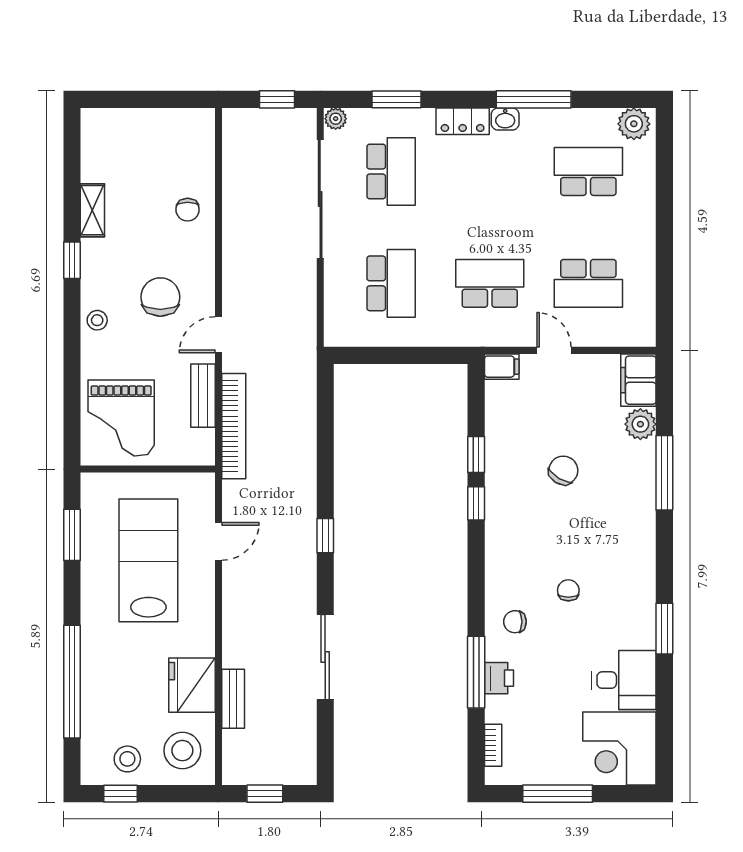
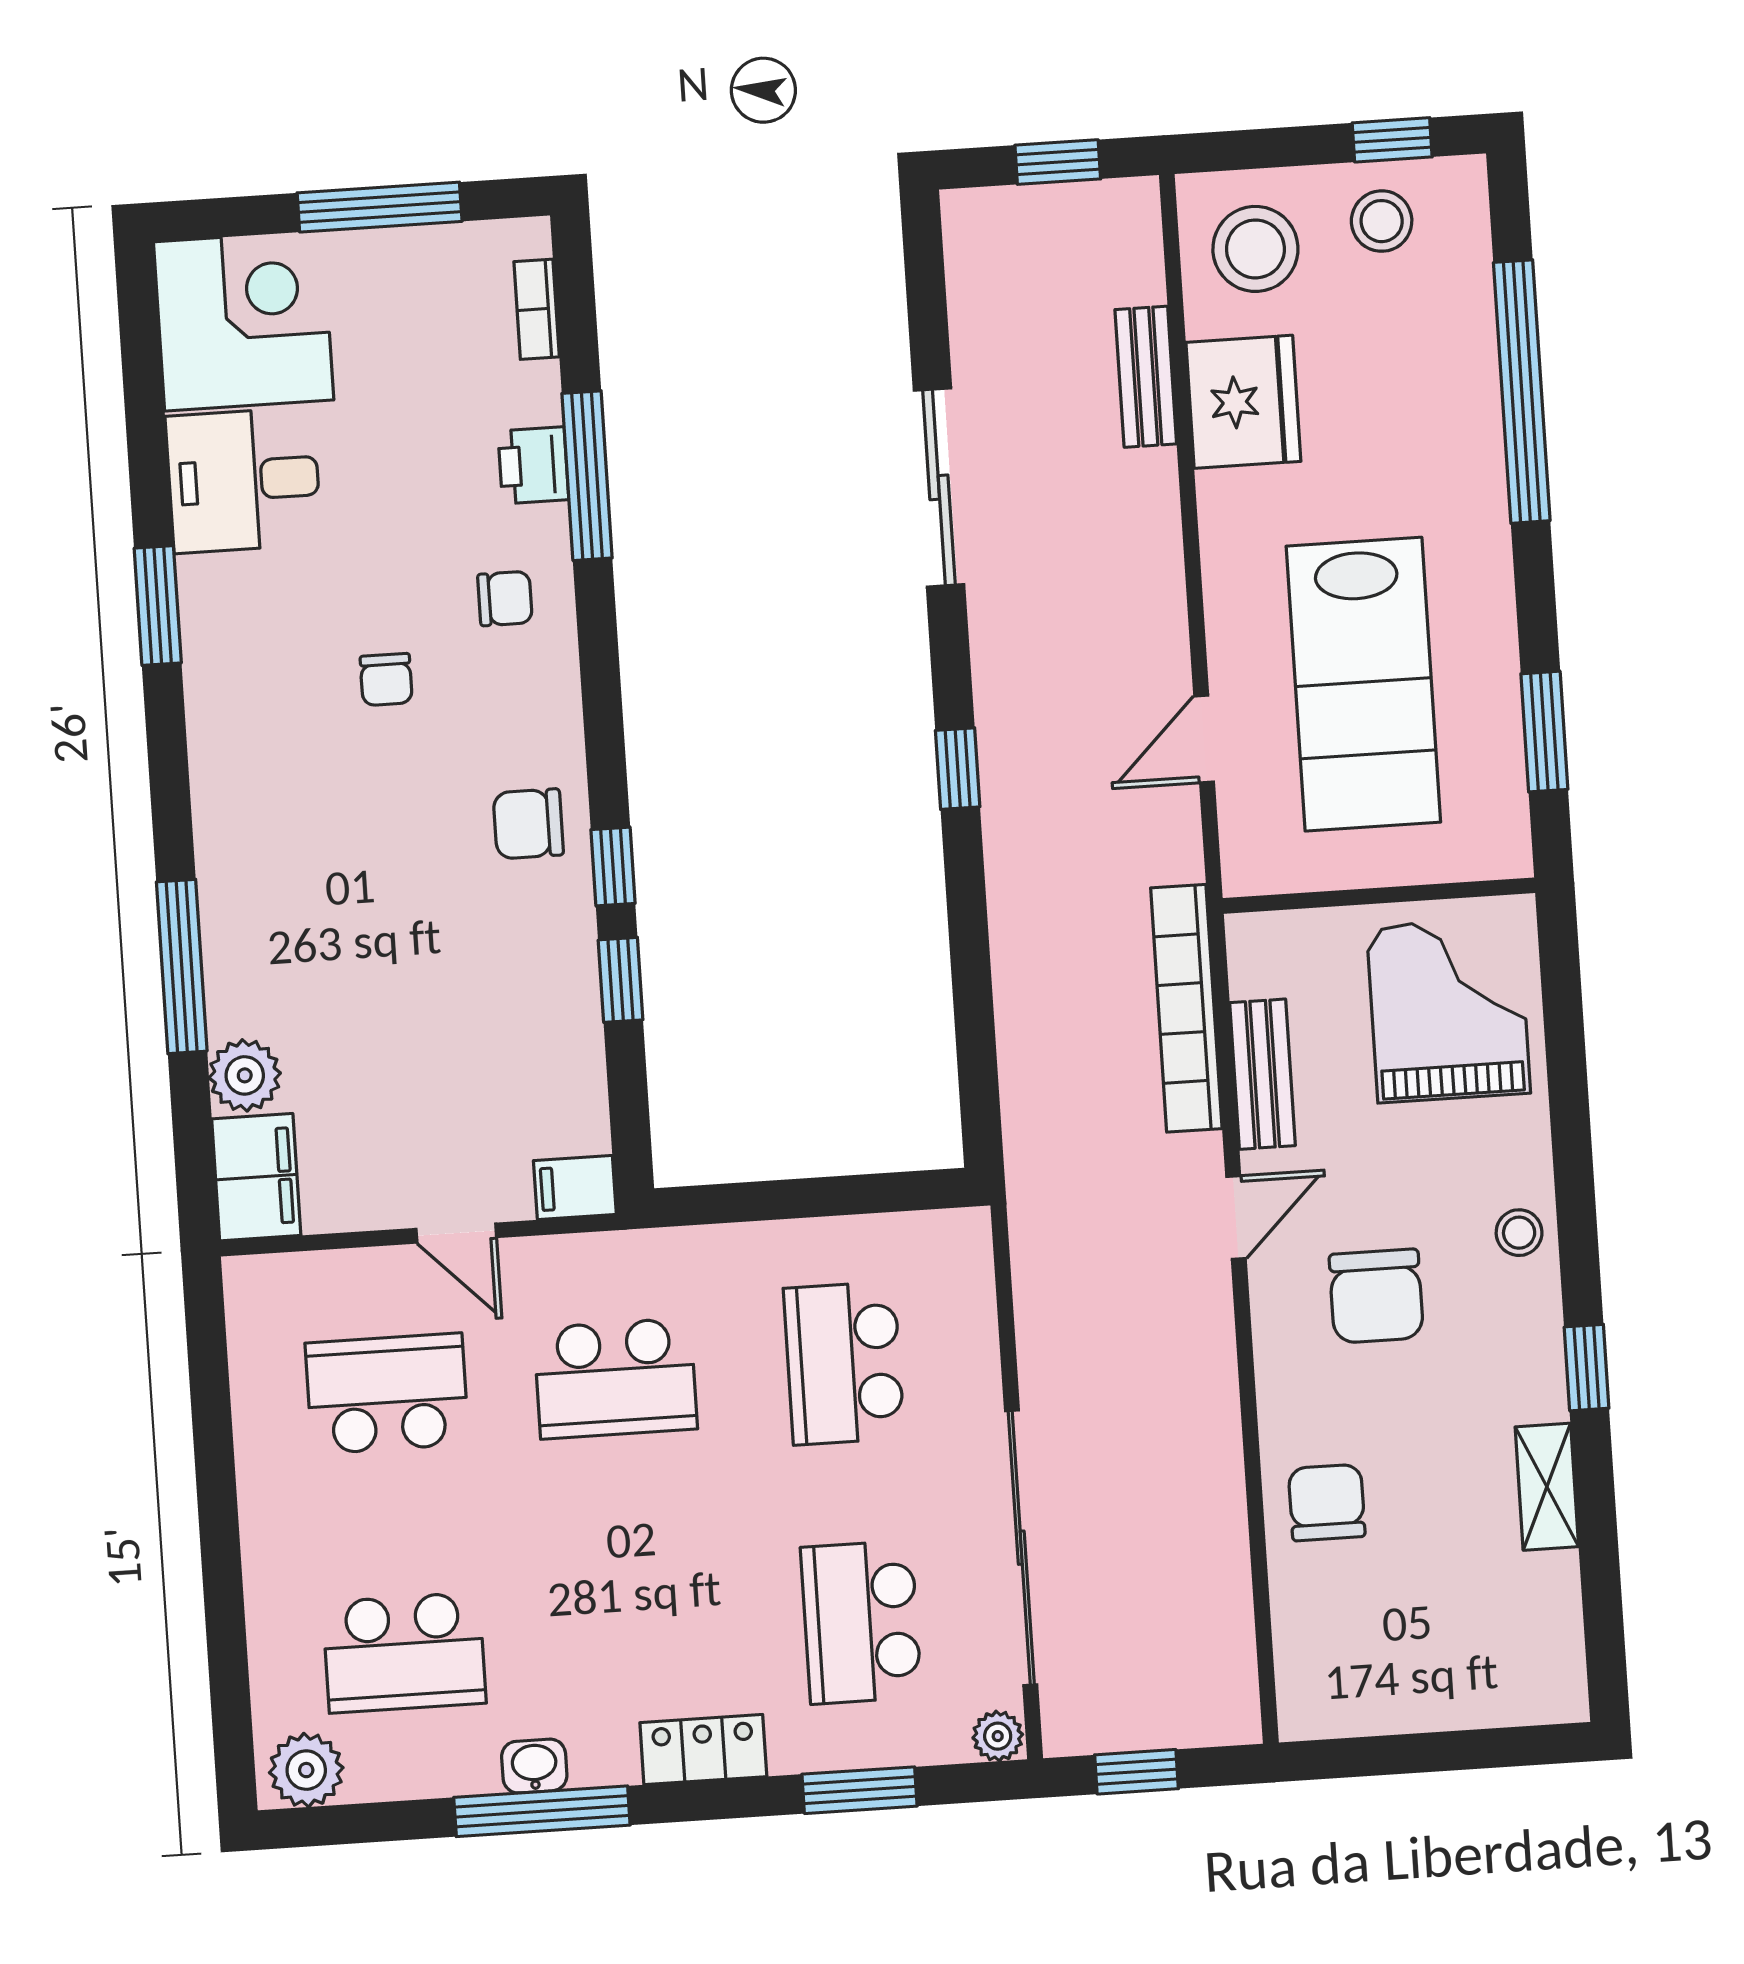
washbasin: (505, 119) -> (534, 1766), moved
chair: (188, 210) -> (1327, 1503), width x1.37, depth x1.37
chair: (563, 470) -> (528, 824), moved, turned 59

